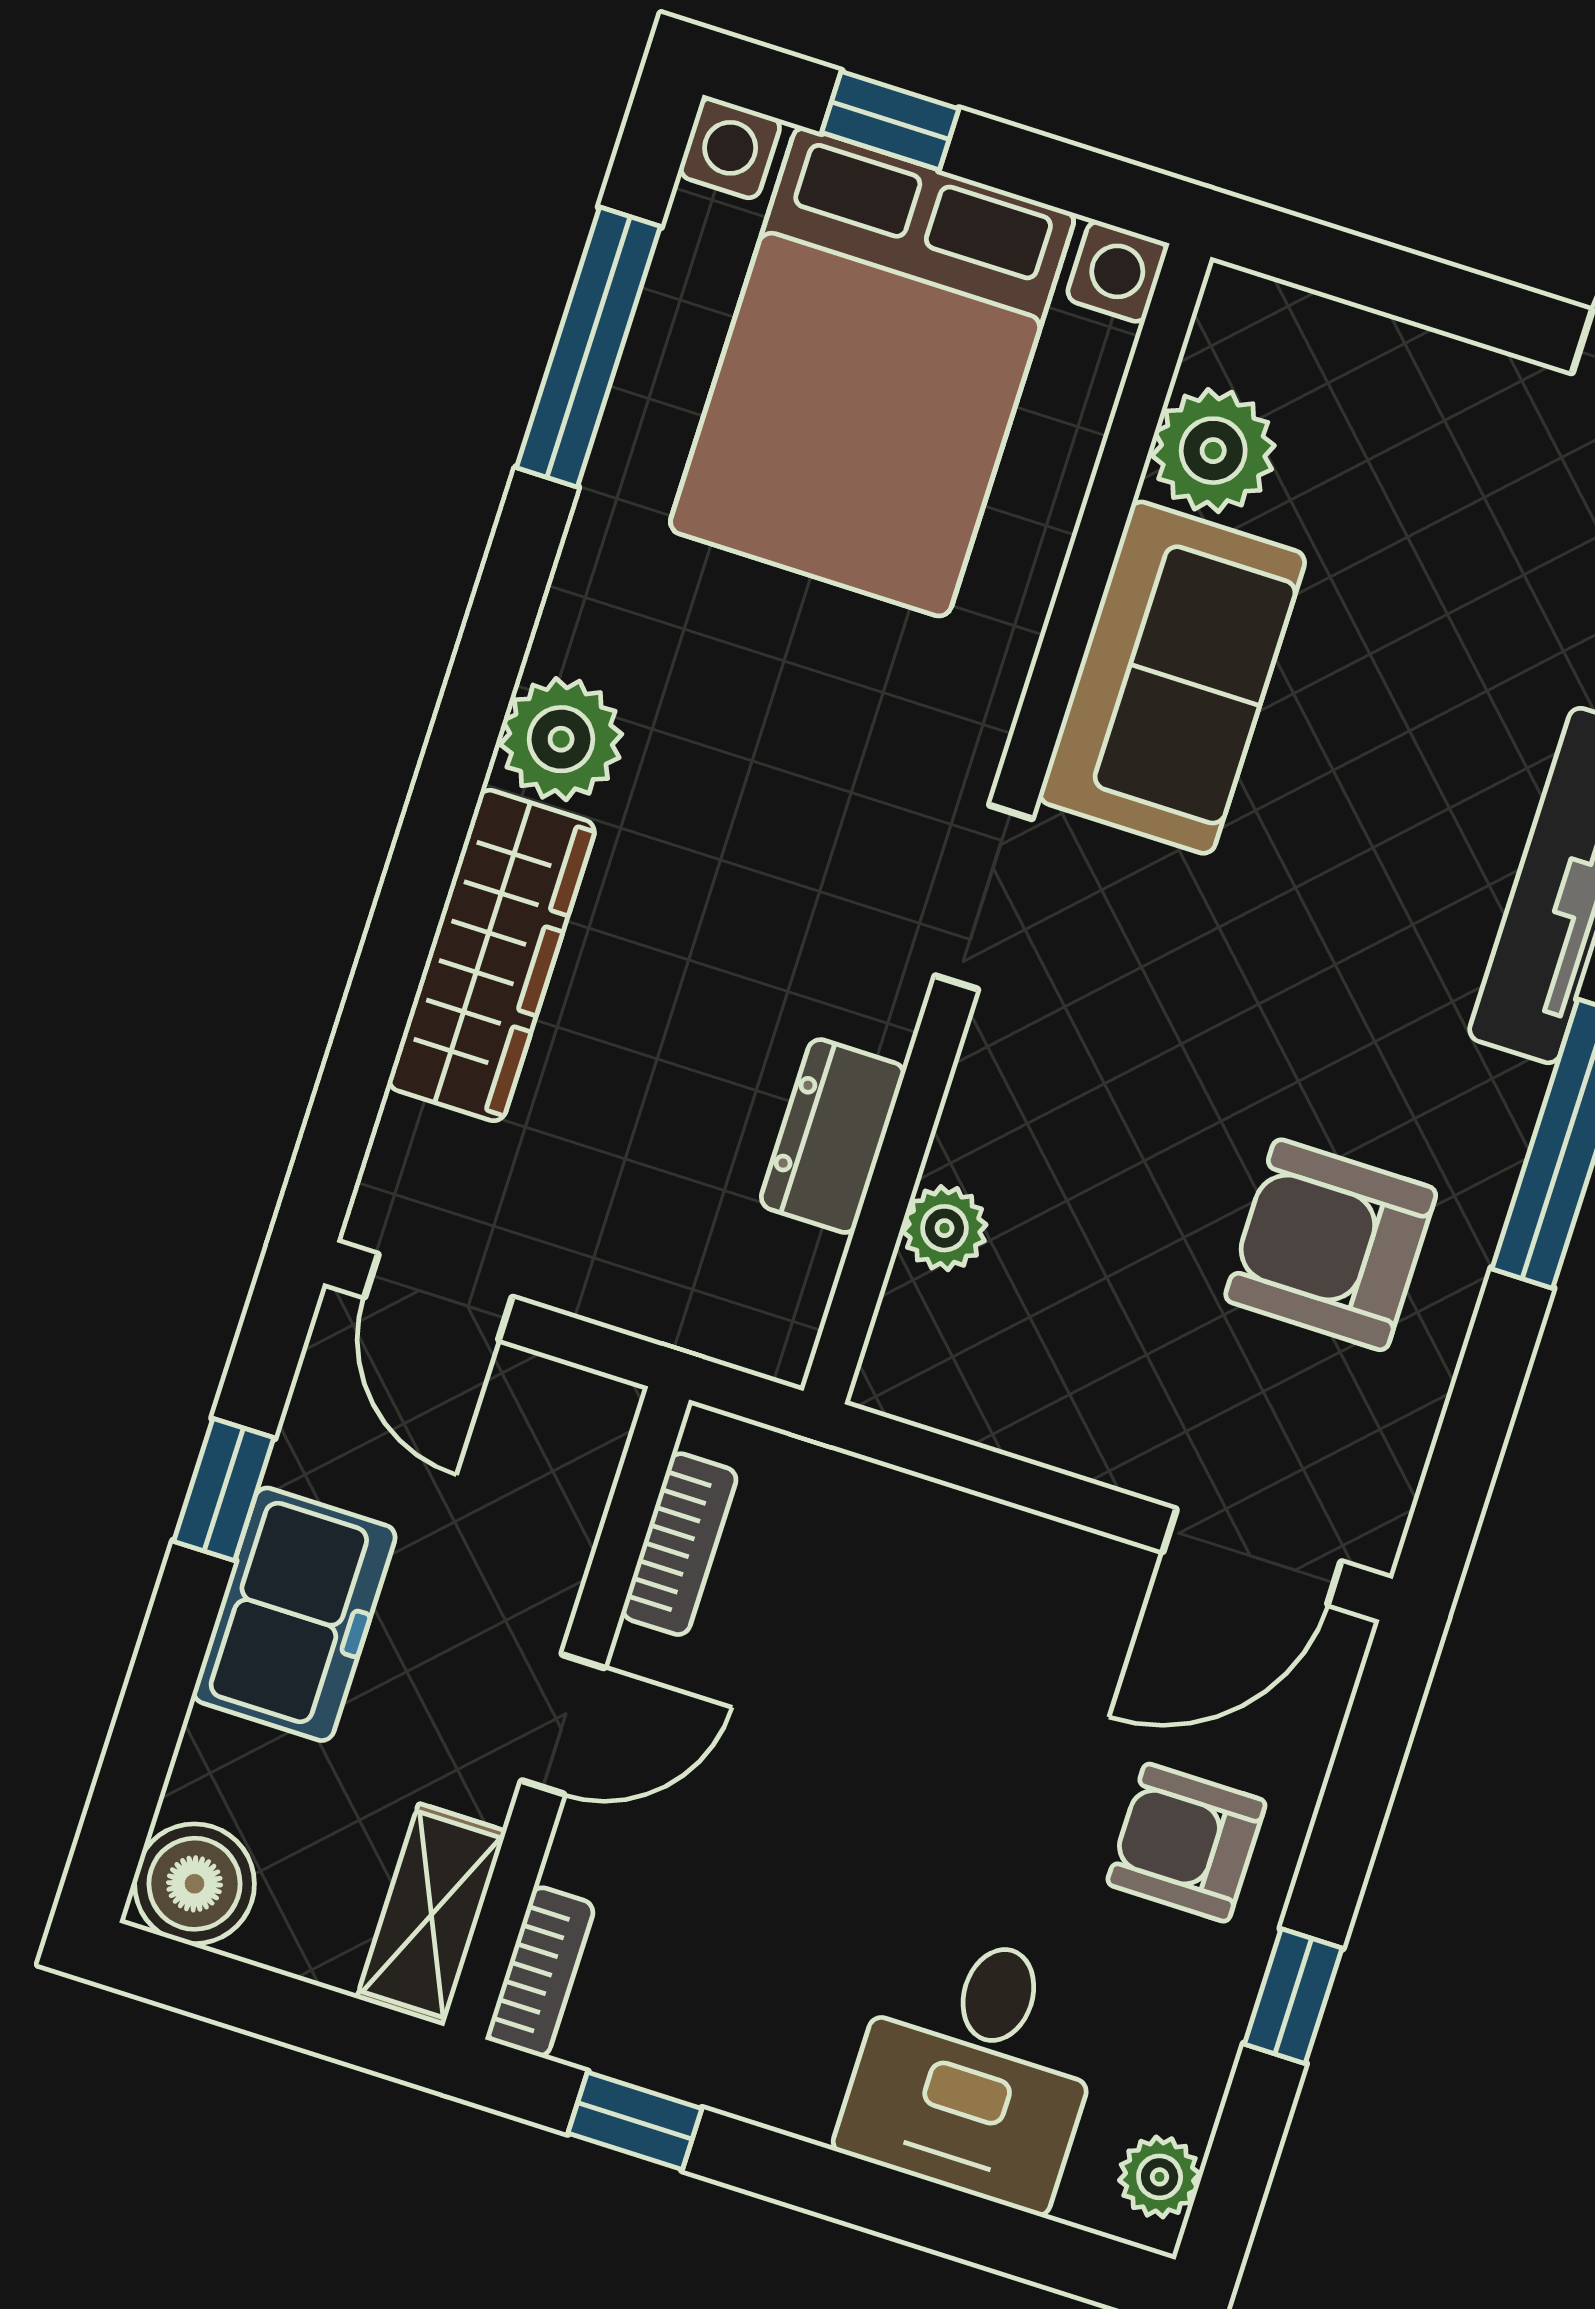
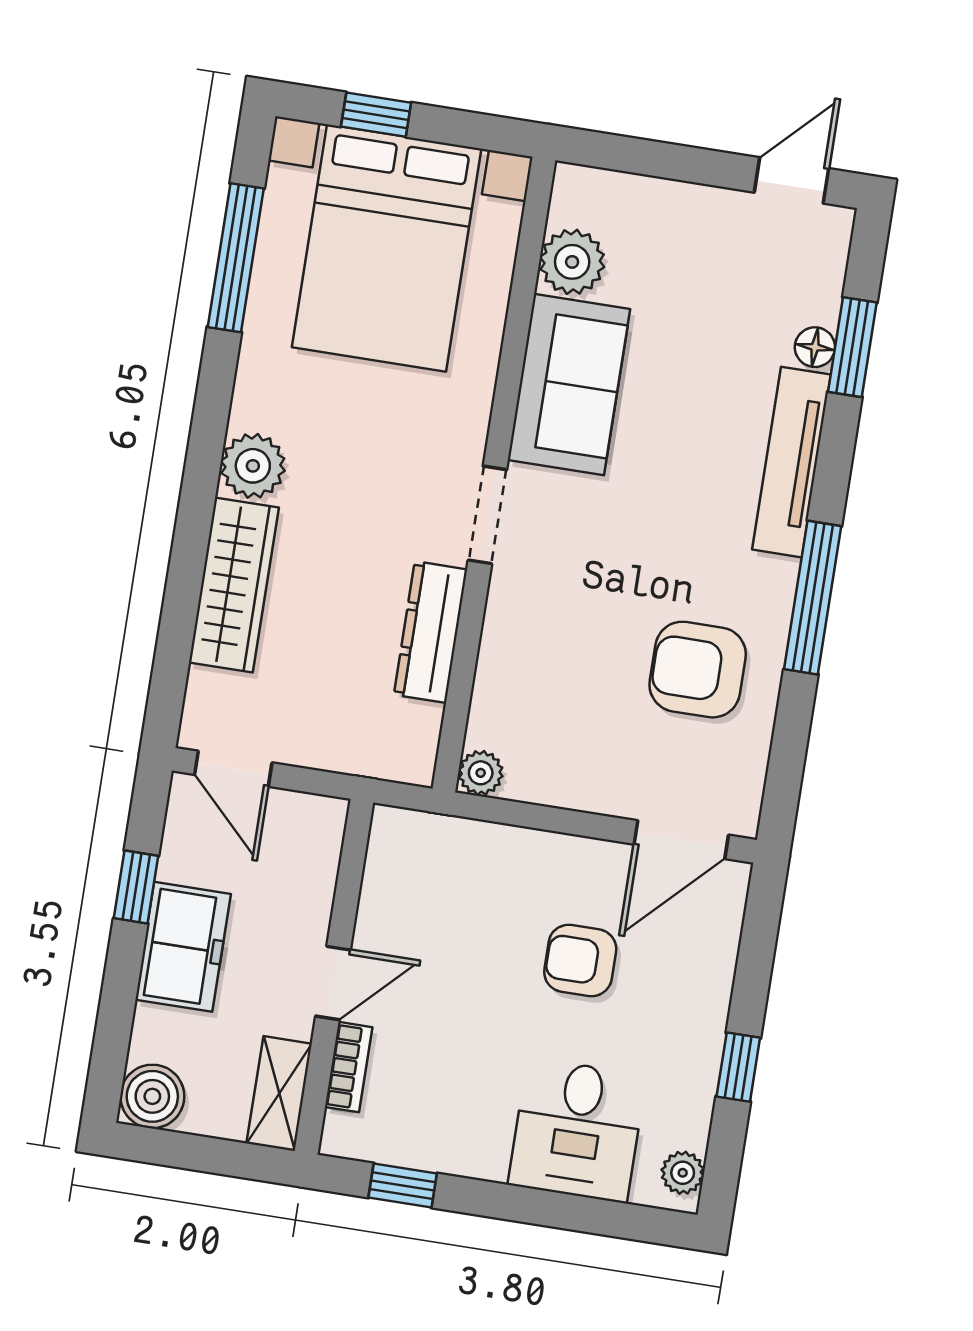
dresser: (833, 1136) -> (431, 632), width x1.44
plant: (944, 1228) -> (481, 773), moved
bookcase: (679, 1544) -> (380, 879), removed
armchair: (1186, 1843) -> (580, 960), moved
bookcase: (540, 1972) -> (349, 1067), moved

